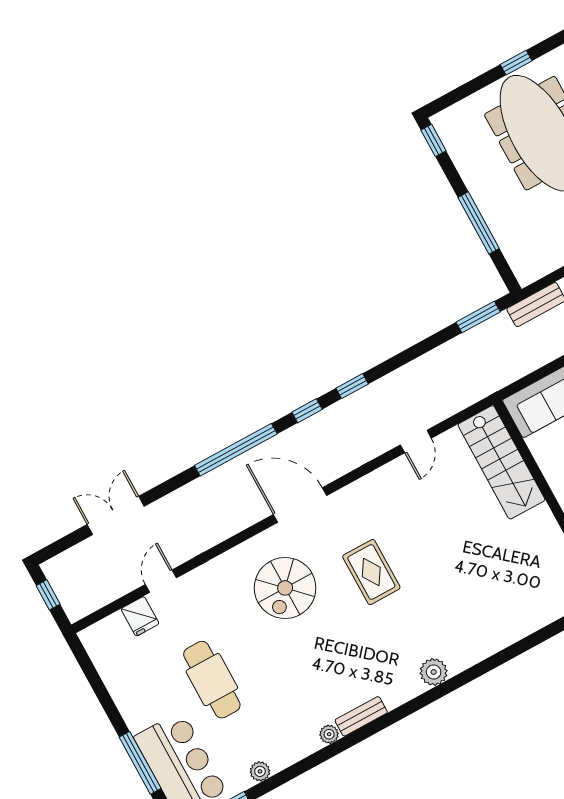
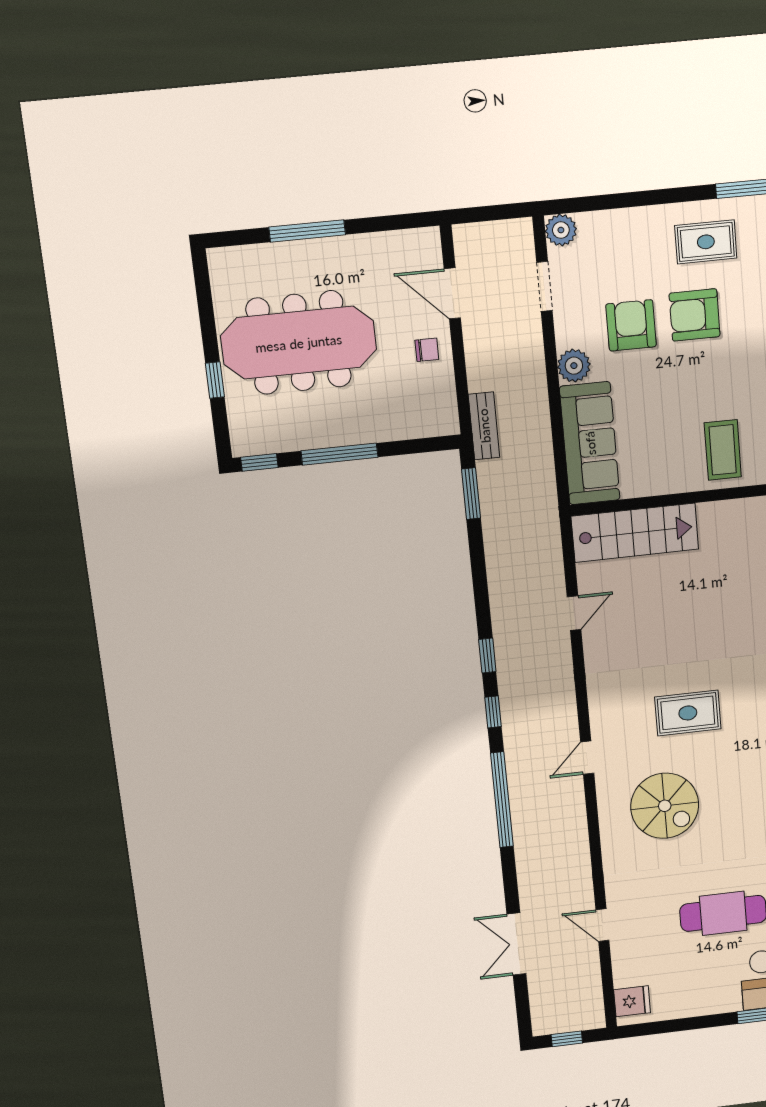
window: (516, 63) -> (215, 380), moved
window: (479, 223) -> (340, 454), moved
door: (416, 442) -> (574, 613), hinge flipped
door: (300, 505) -> (587, 758), width x0.53
fridge: (140, 616) -> (632, 1001), moved

